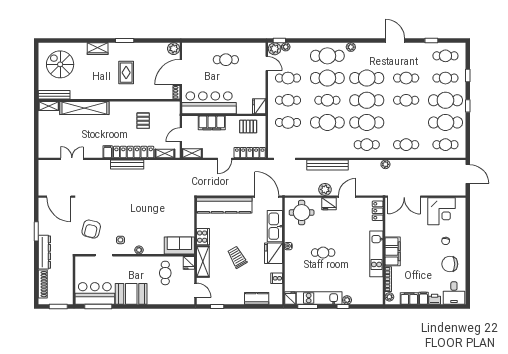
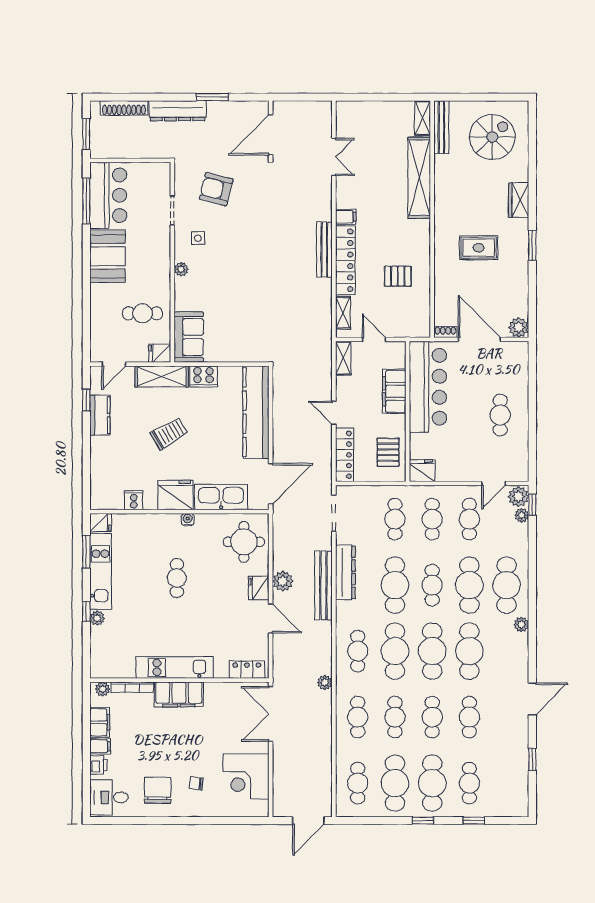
cafe table: (445, 56) -> (395, 717), moved
dresser: (320, 152) -> (345, 572), added
kitchen counter: (257, 298) -> (100, 415), moved

